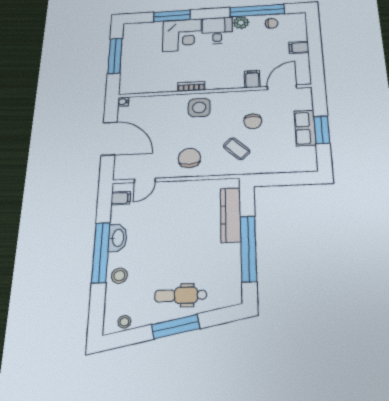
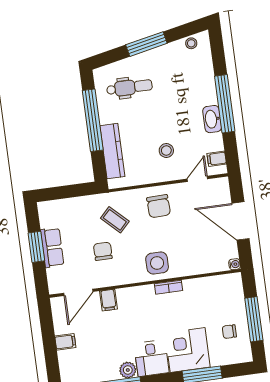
chair: (272, 23) -> (229, 332), moved
stool: (119, 276) -> (166, 150), moved
dental chair: (181, 295) -> (129, 87), moved

